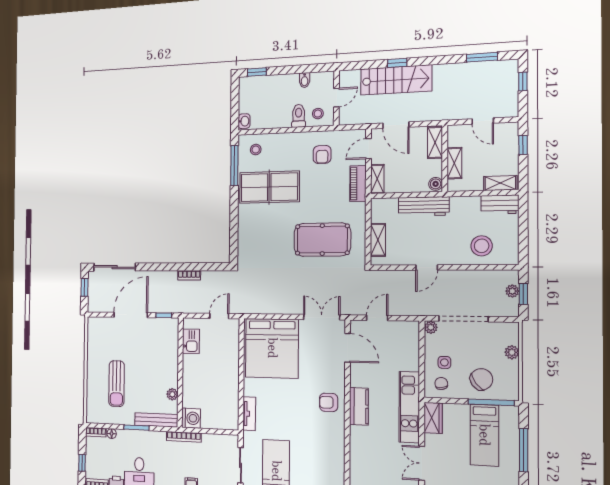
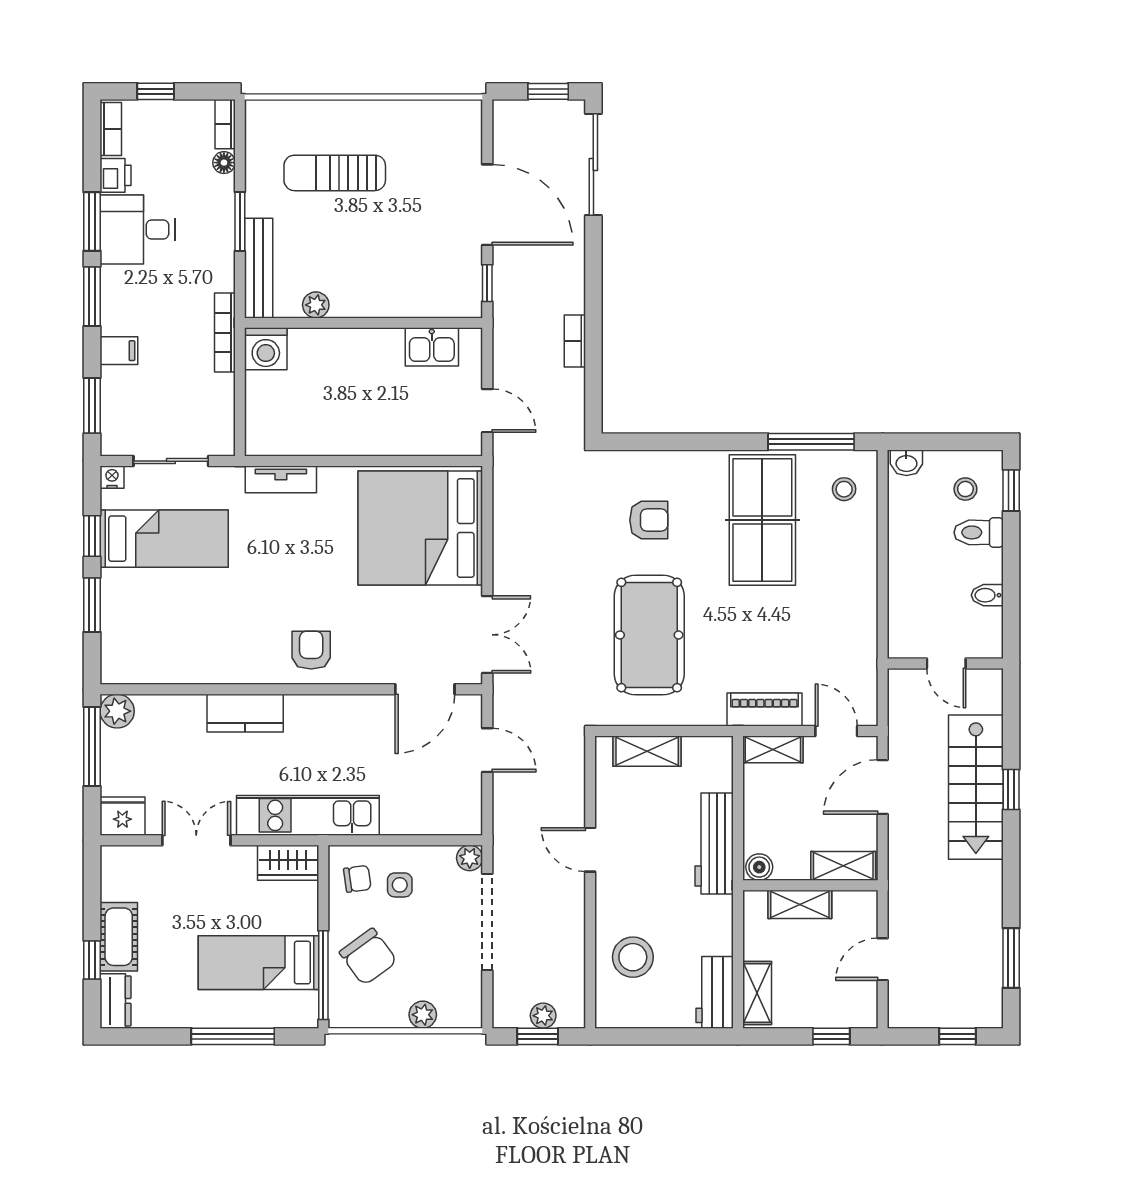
stool: (318, 114) -> (965, 489), moved
toilet: (299, 116) -> (979, 532), moved, turned 180
armchair: (322, 155) -> (649, 520), moved, turned 180
kitchen counter: (359, 406) -> (245, 713), moved

